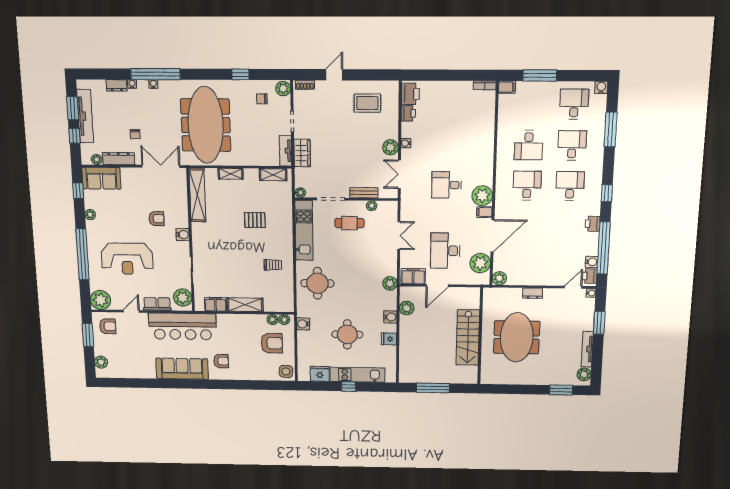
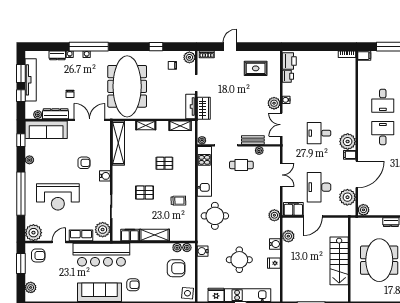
sofa: (101, 178) -> (46, 130), width x1.36
pallet: (232, 255) -> (145, 193), added

